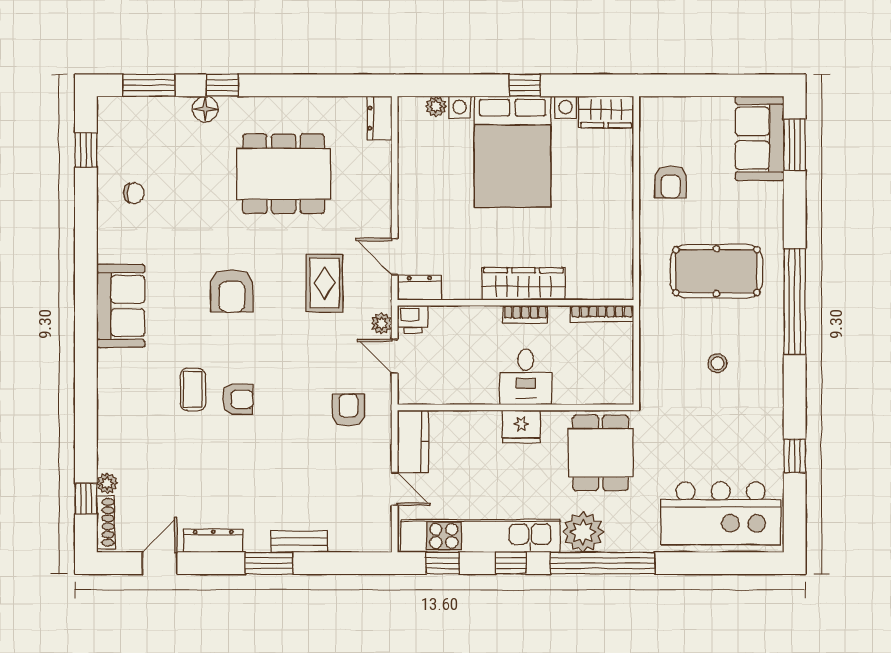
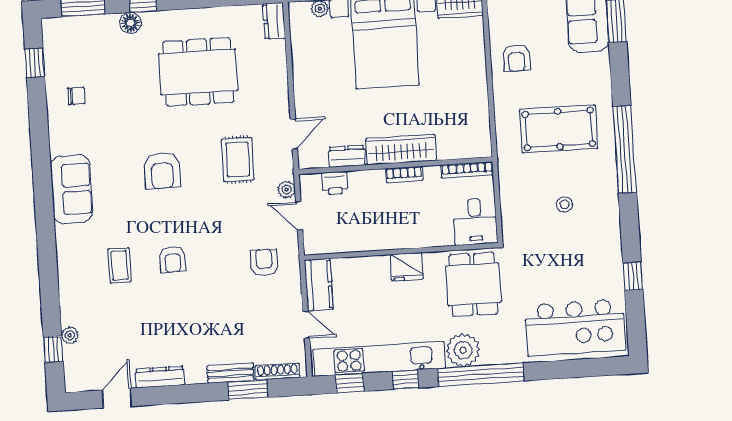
door: (395, 257) -> (294, 134), swing flipped
dresser: (419, 288) -> (347, 156), moved
printer: (413, 319) -> (335, 183), moved
desk: (526, 377) -> (475, 222), moved
coffee table: (193, 389) -> (119, 265), moved
armchair: (238, 399) -> (173, 260), turned 90
shoe rack: (106, 522) -> (277, 372), moved, turned -90
window: (269, 563) -> (248, 390), moved

